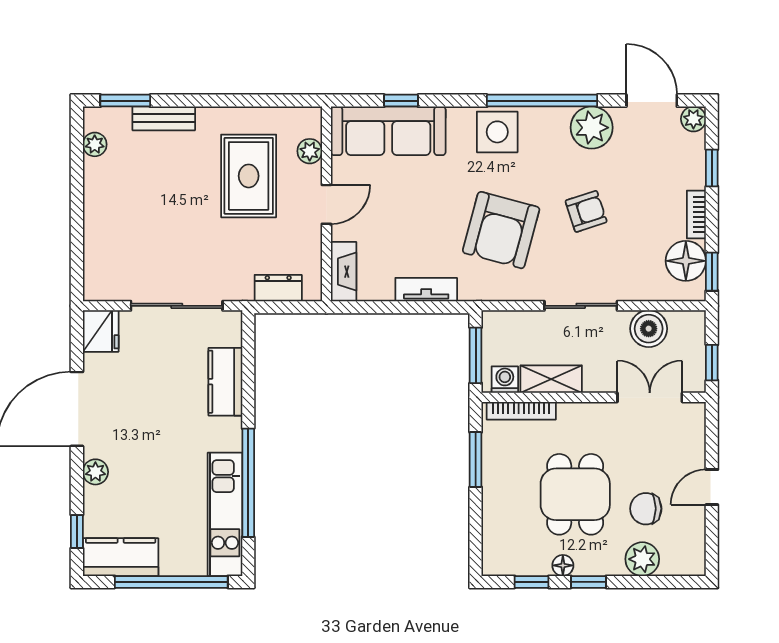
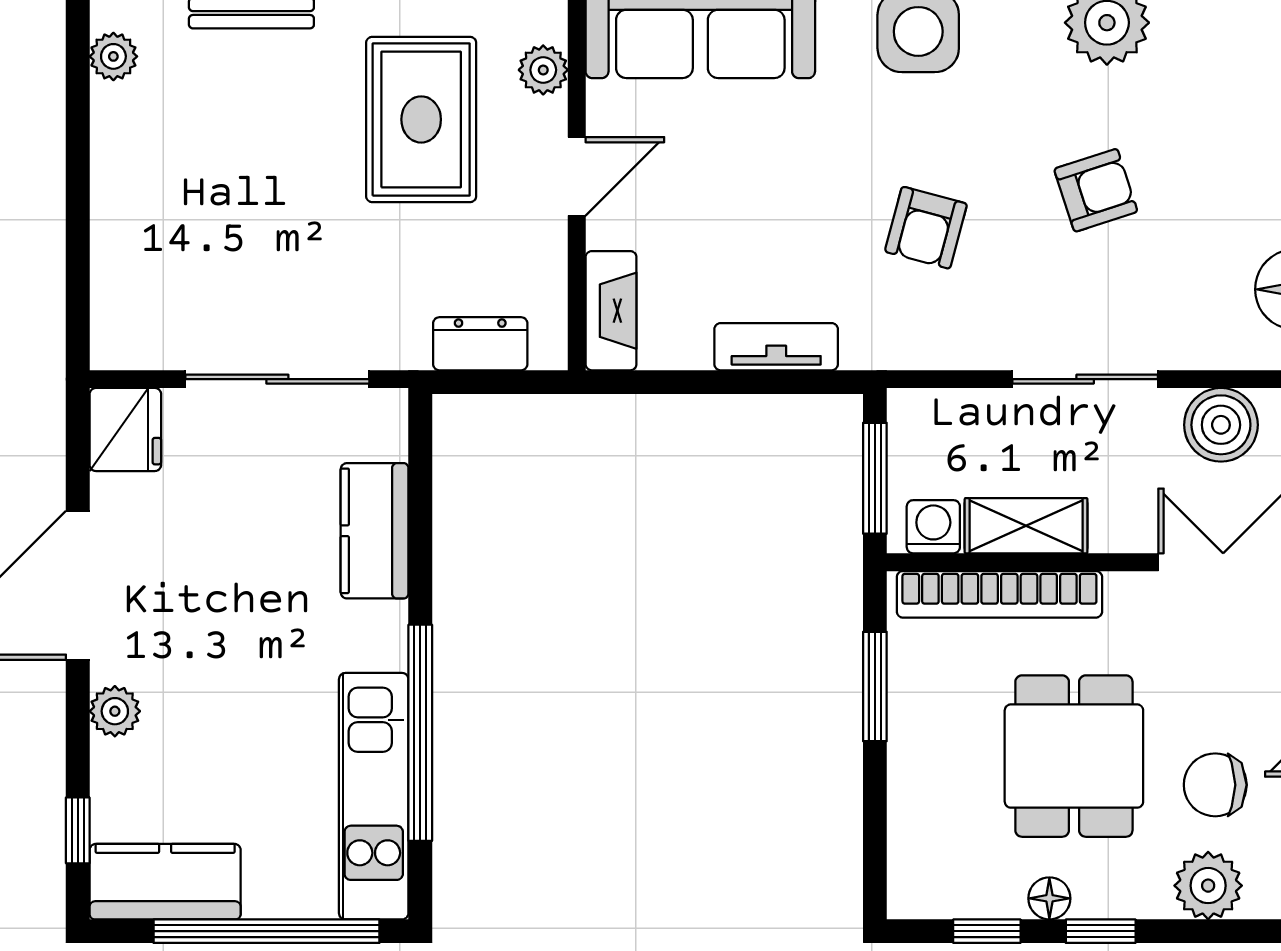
armchair: (501, 230) -> (926, 228), width x0.53, depth x0.53
bookcase: (521, 411) -> (999, 594), width x1.48, depth x1.31

